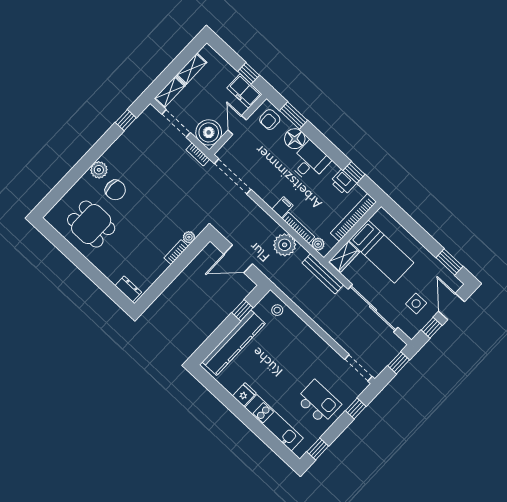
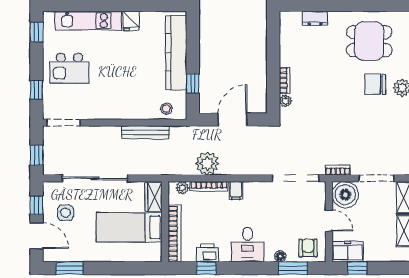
floor lamp: (295, 139) -> (280, 256), width x0.53, depth x0.53
bench: (323, 274) -> (145, 132), moved
dresser: (128, 289) -> (315, 18), moved

